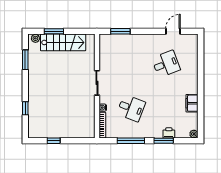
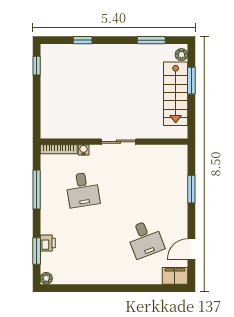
window: (120, 31) -> (191, 189), moved
door: (173, 31) -> (191, 249), swing flipped
filing cabinet: (192, 103) -> (175, 276), moved
desk: (131, 108) -> (83, 190), turned -30
window: (54, 141) -> (37, 66), moved
window: (164, 141) -> (37, 251), moved

